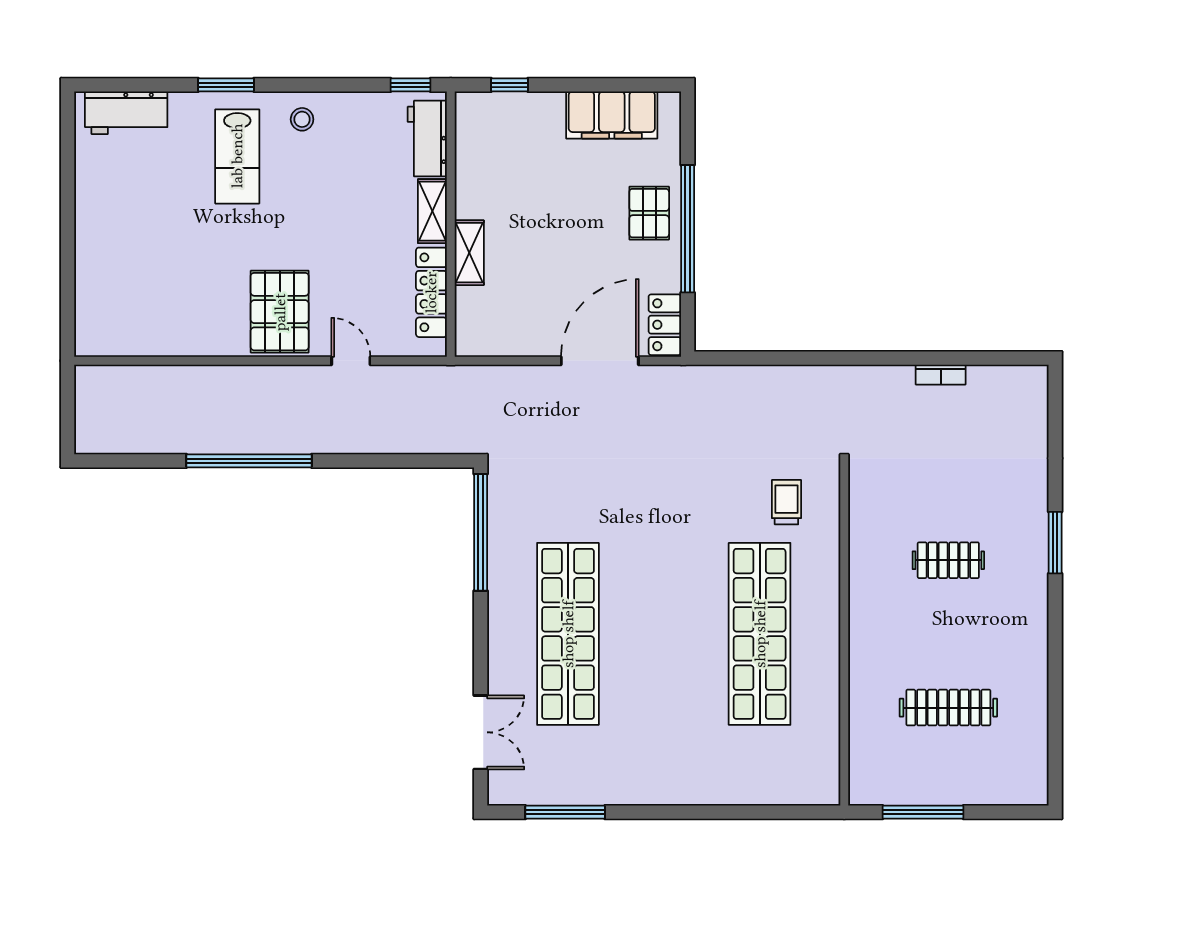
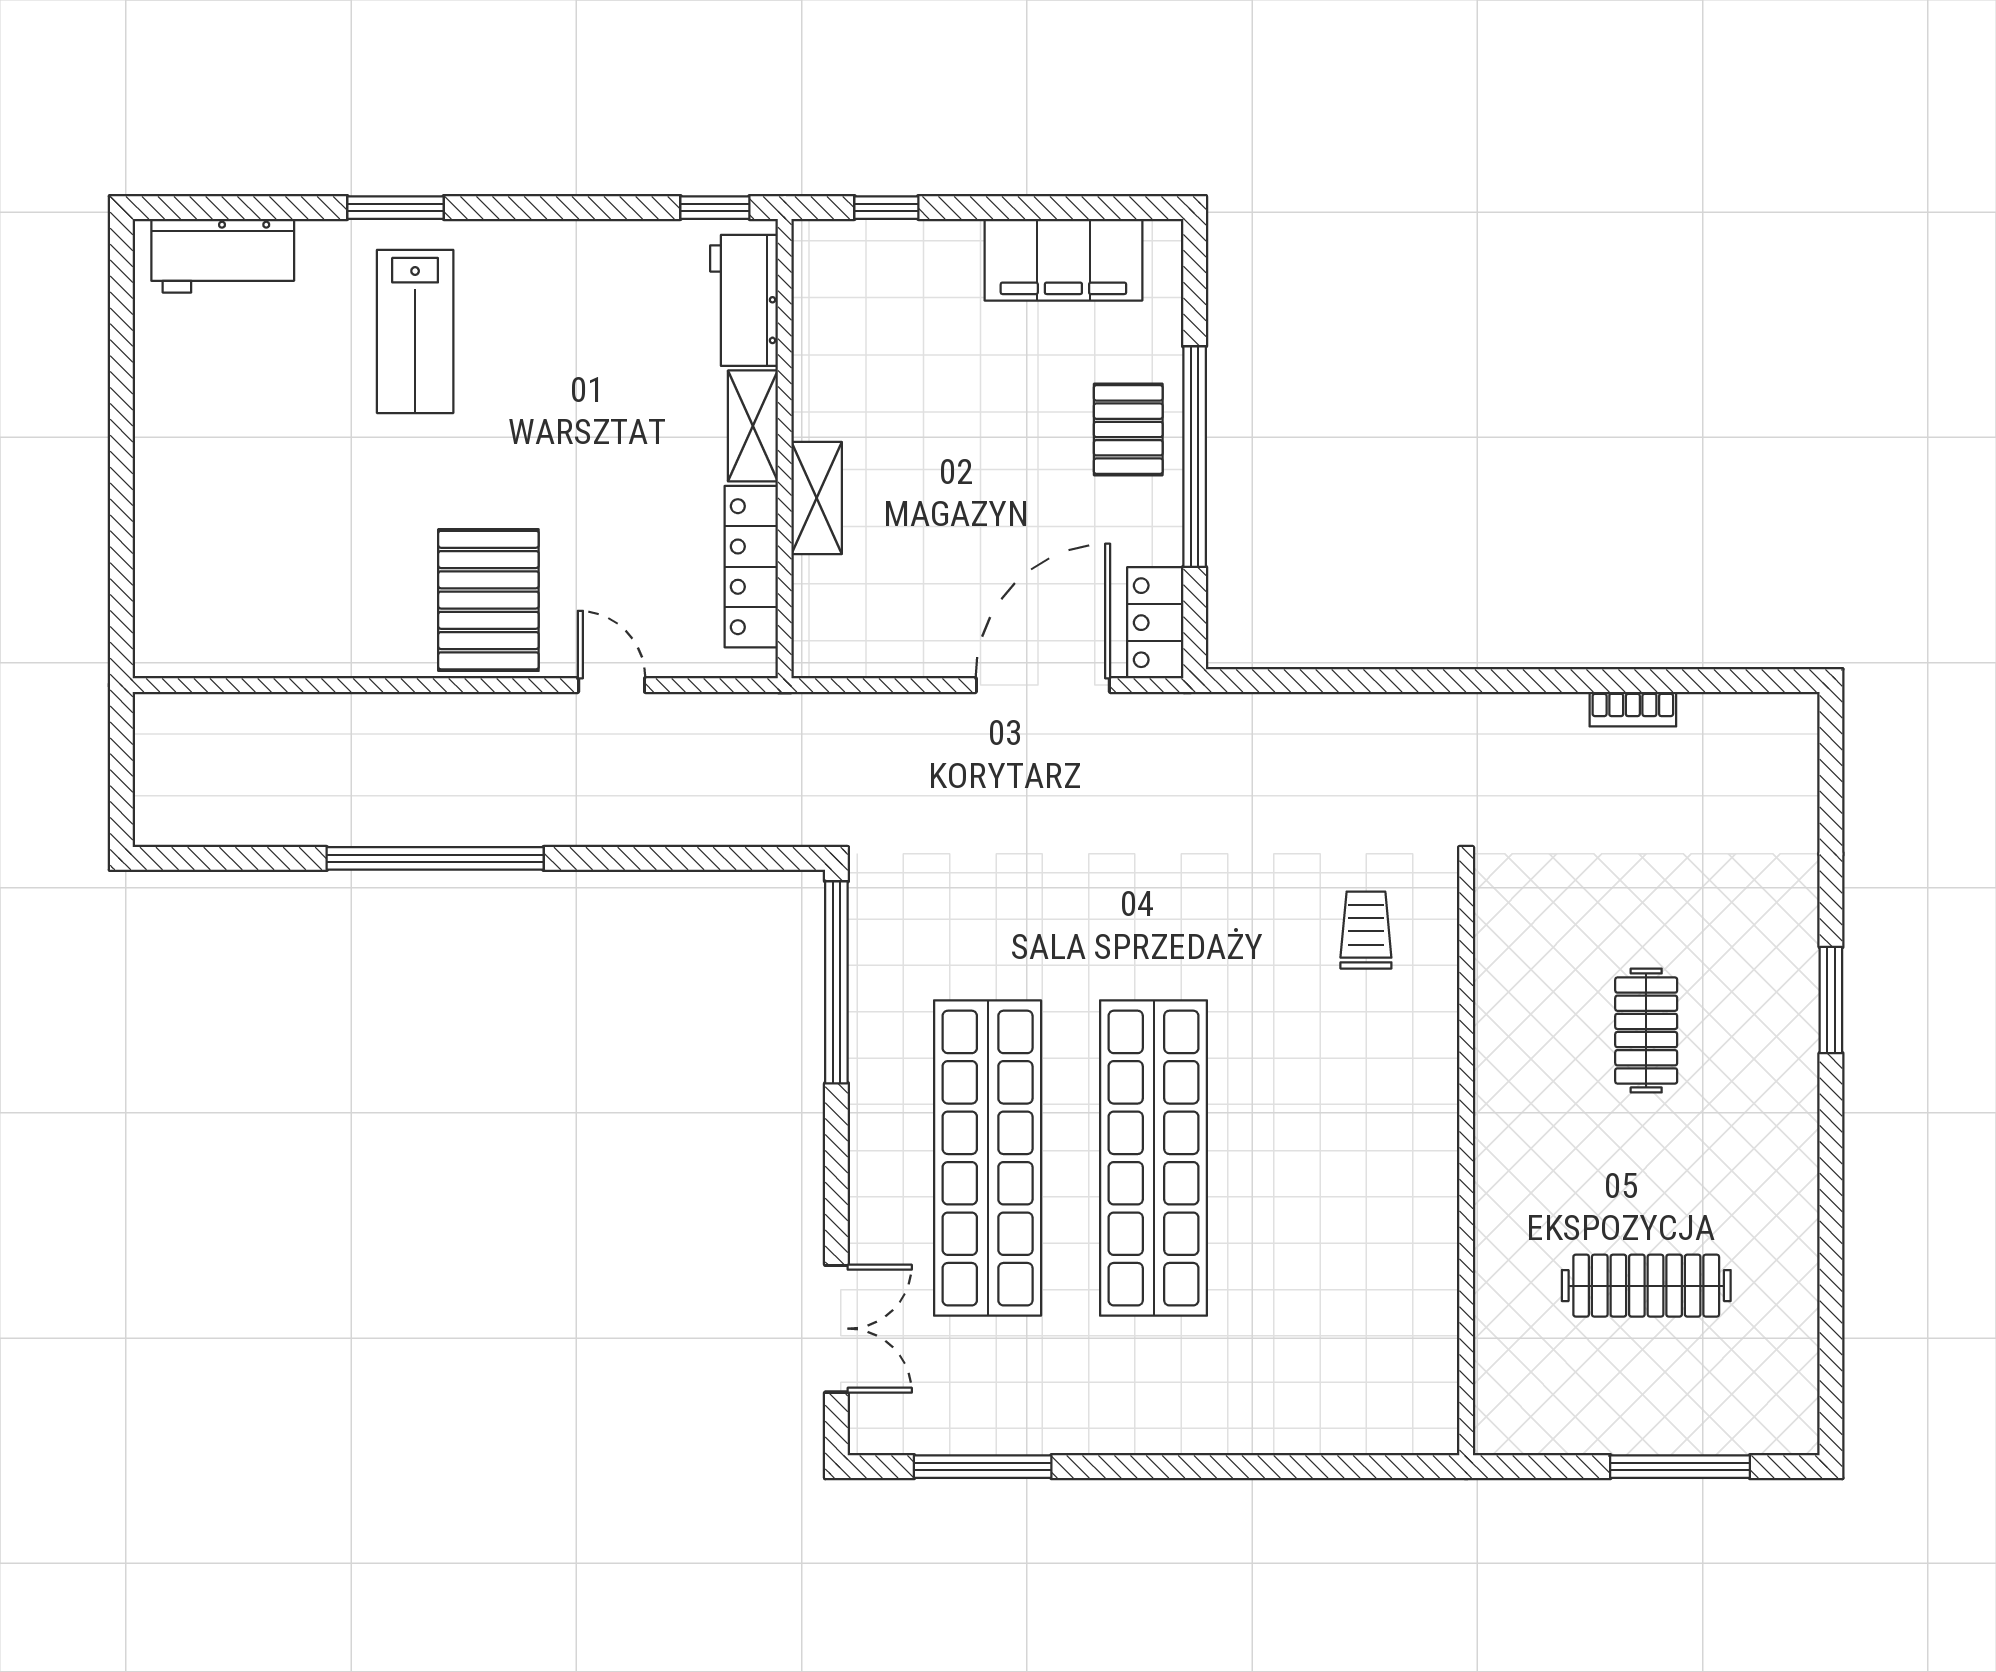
stool: (302, 119) -> (527, 267), removed
clothes rail: (948, 560) -> (1646, 1030), turned 90
shop shelf: (760, 634) -> (1154, 1158), moved
window: (923, 812) -> (1680, 1467), moved

